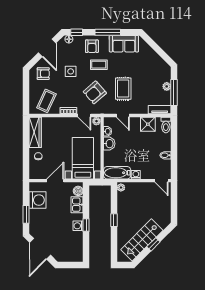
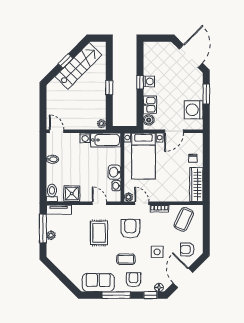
armchair: (95, 92) -> (130, 229), turned -49

